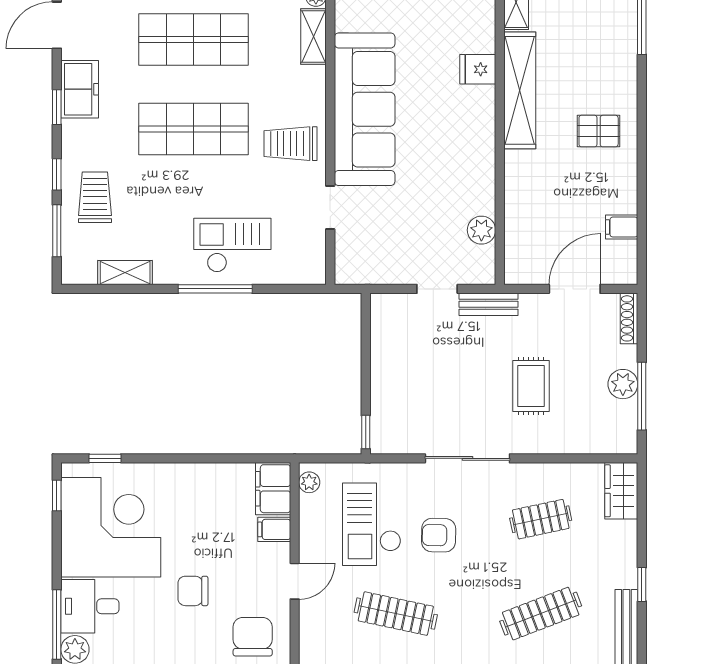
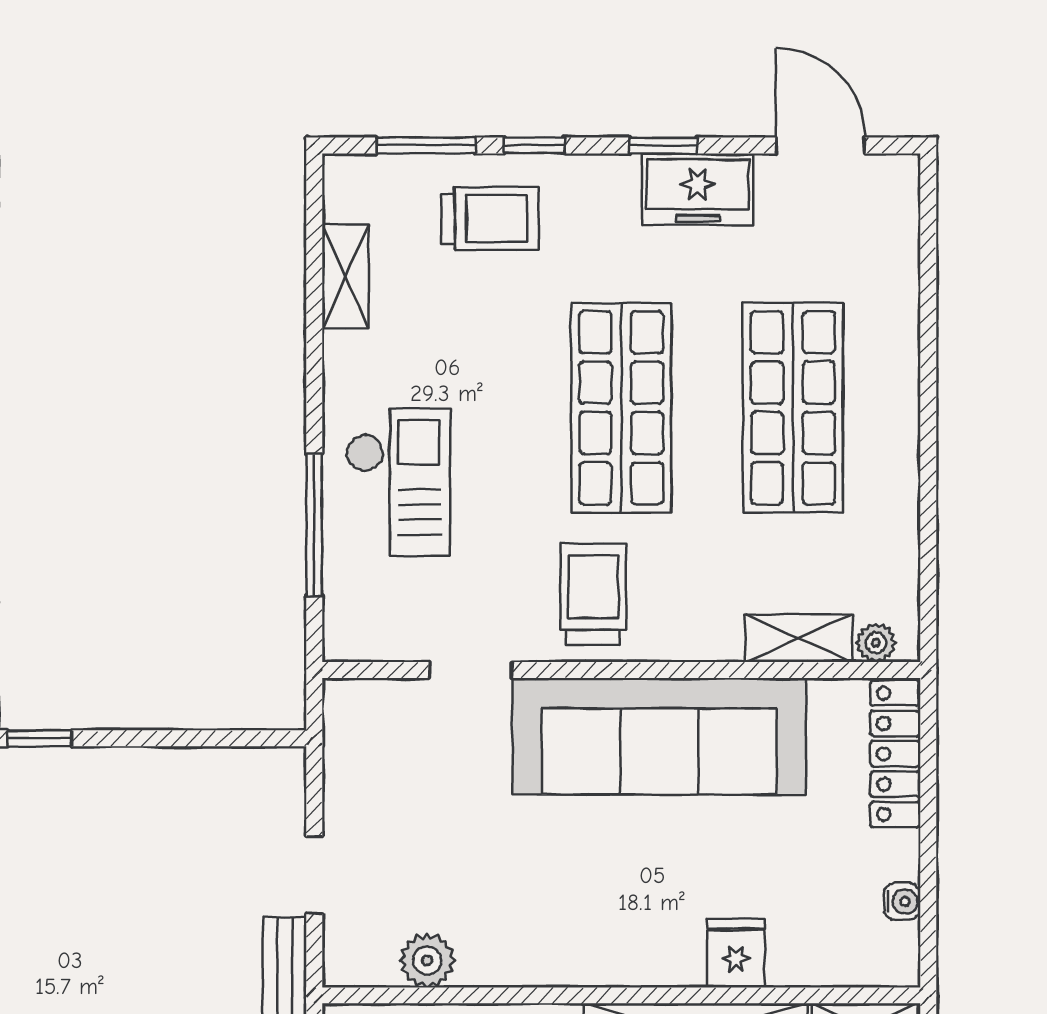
window: (215, 289) -> (314, 525), moved

